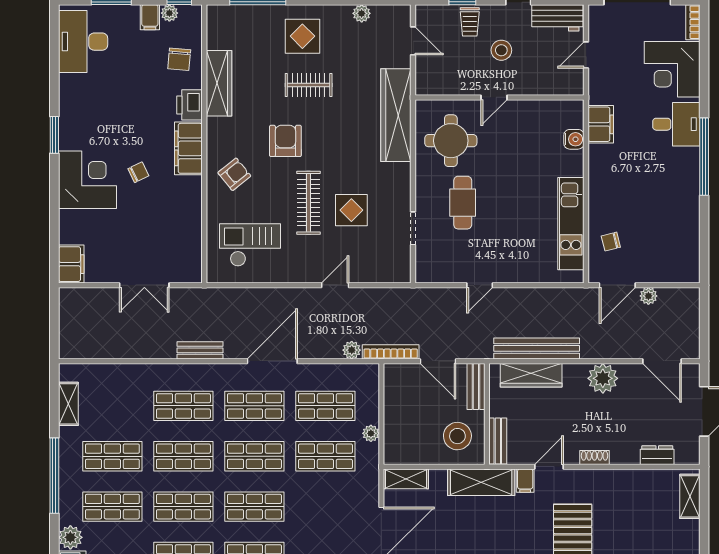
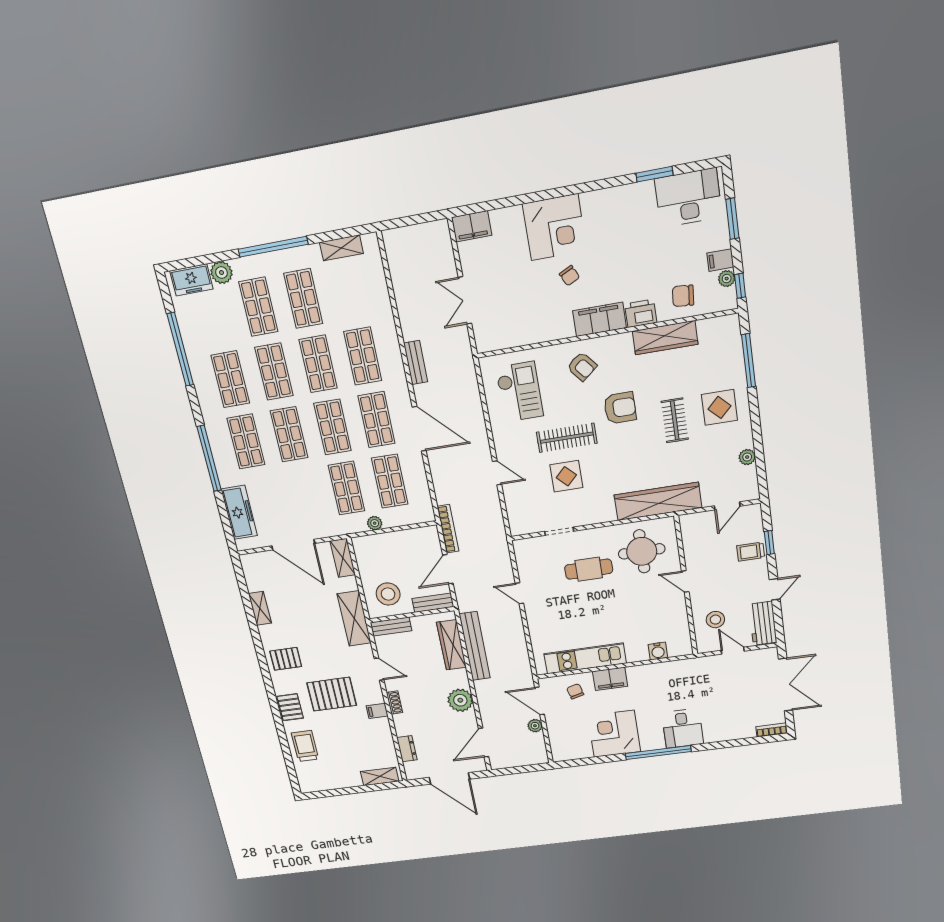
stool: (501, 50) -> (715, 620), moved
corner desk: (672, 69) -> (614, 734), moved
filing cabinet: (601, 124) -> (610, 679), moved
window: (54, 135) -> (654, 174), moved
plant: (352, 350) -> (443, 496), removed
filing cabinet: (525, 481) -> (377, 711), moved

